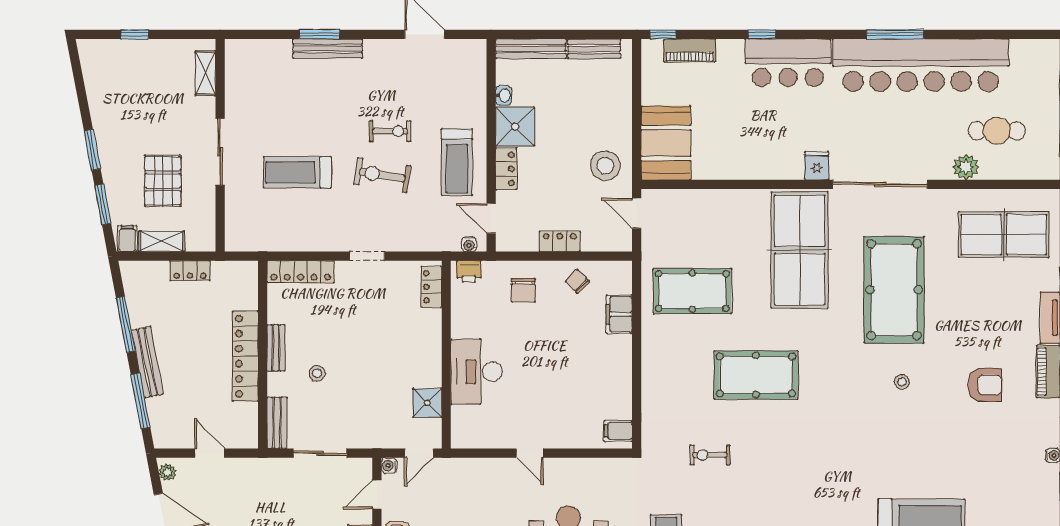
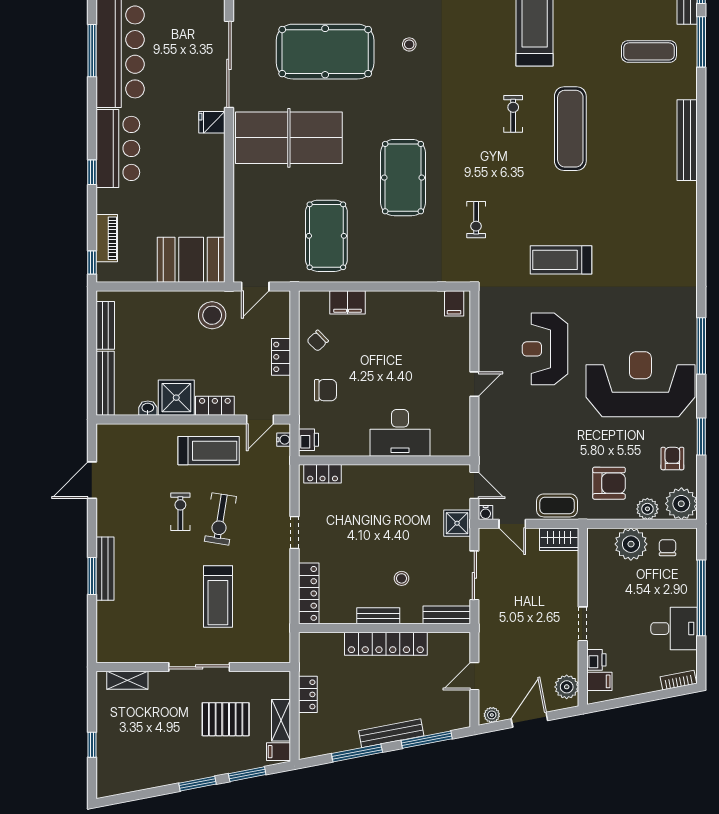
shower: (427, 403) -> (457, 523), moved
exercise bike: (826, 496) -> (513, 114), added

